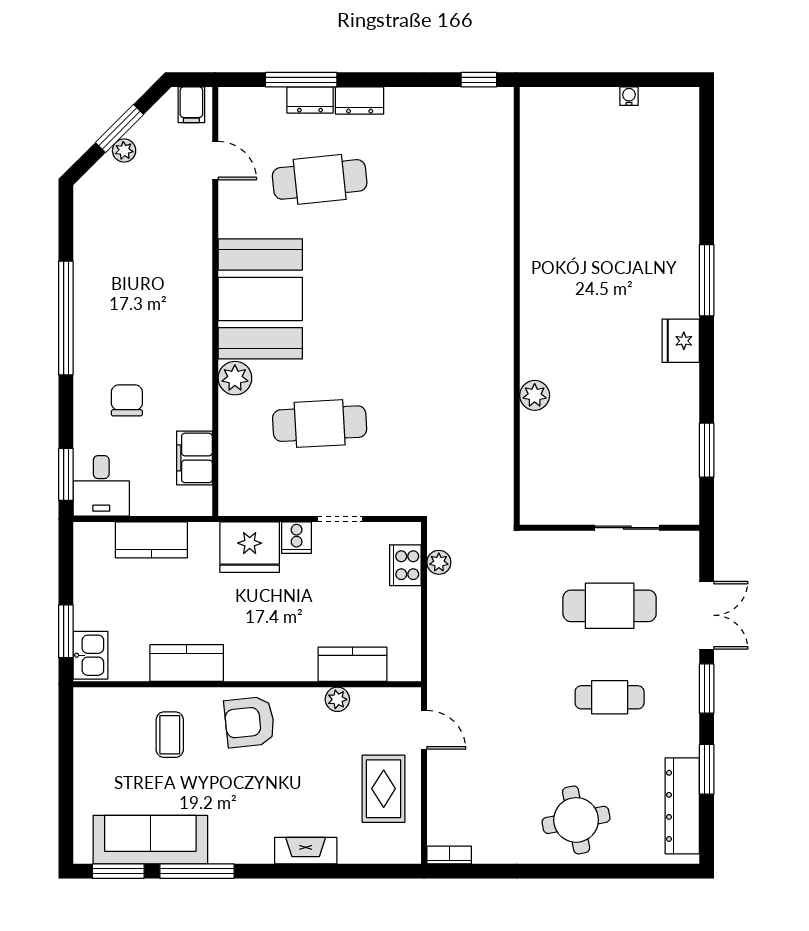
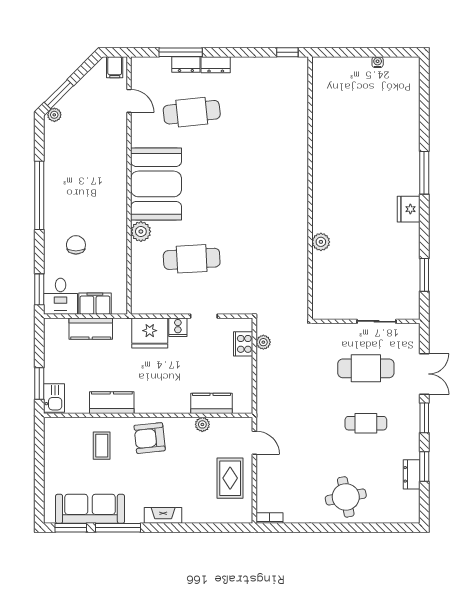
window: (120, 128) -> (59, 94), moved
plant: (124, 151) -> (54, 115), moved
filing cabinet: (194, 458) -> (95, 304), moved, turned 90
dresser: (682, 806) -> (412, 474), width x0.51, depth x0.80
fireplace: (306, 851) -> (163, 515), moved

